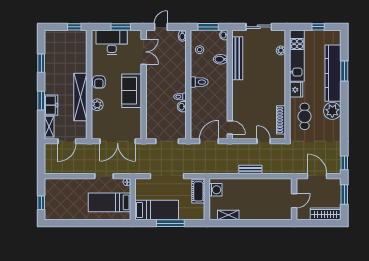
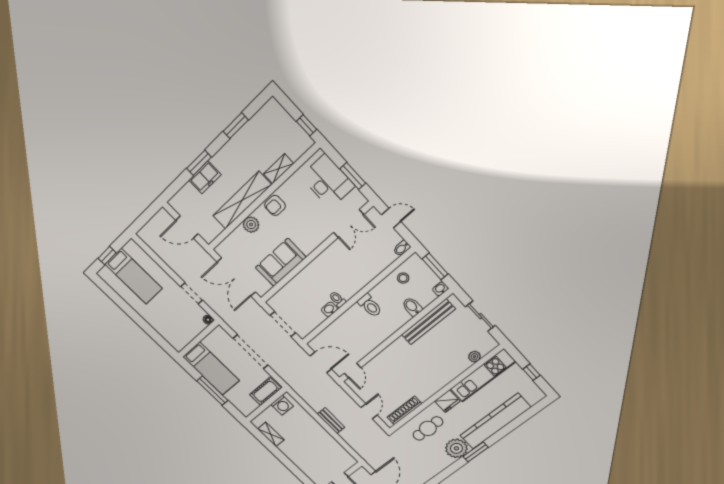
window: (344, 71) -> (476, 452), moved
sofa: (132, 91) -> (281, 262), moved
shelving: (49, 127) -> (279, 169), moved
bed: (109, 202) -> (134, 276), moved, turned 180

